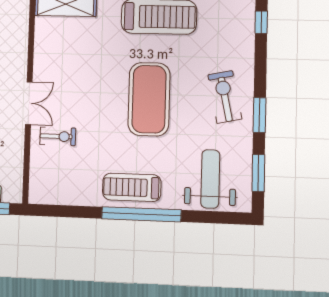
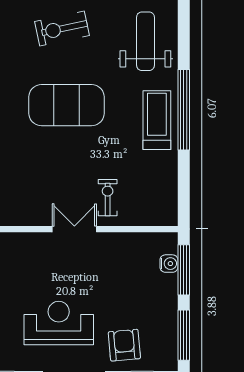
weight bench: (210, 179) -> (145, 41), turned 90
treadmill: (132, 187) -> (157, 120), turned 180

